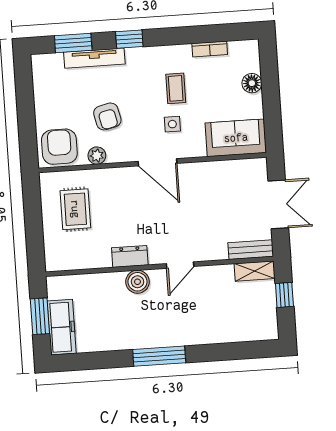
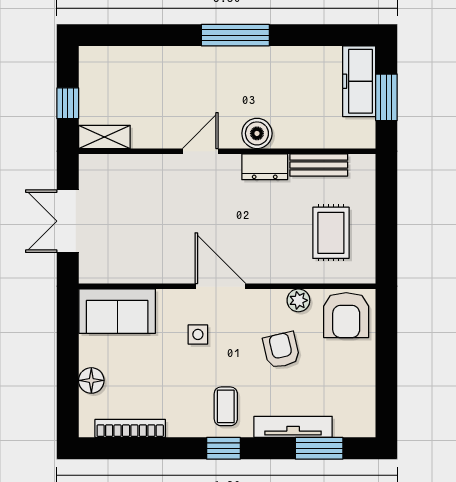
window: (129, 39) -> (223, 448), moved
bookcase: (210, 49) -> (130, 428), width x1.56
coffee table: (176, 88) -> (226, 406), moved
bench: (251, 250) -> (319, 165), moved

